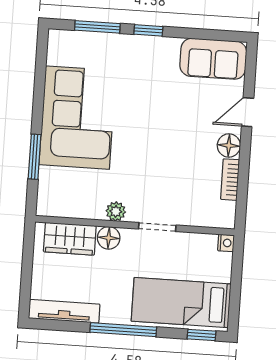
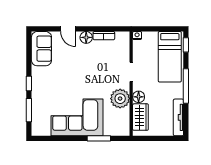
plant: (116, 211) -> (120, 99), width x1.87, depth x1.87

